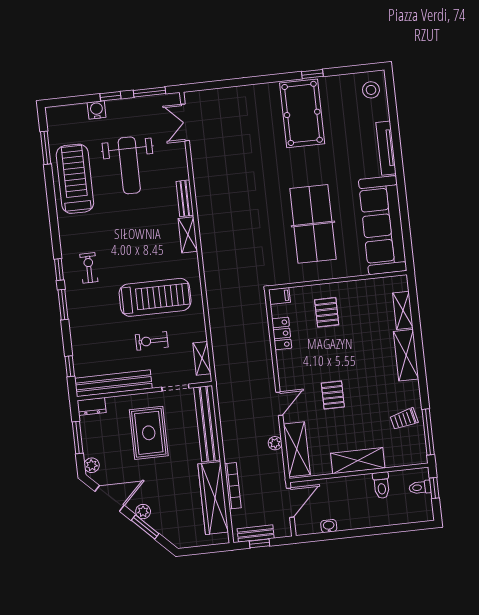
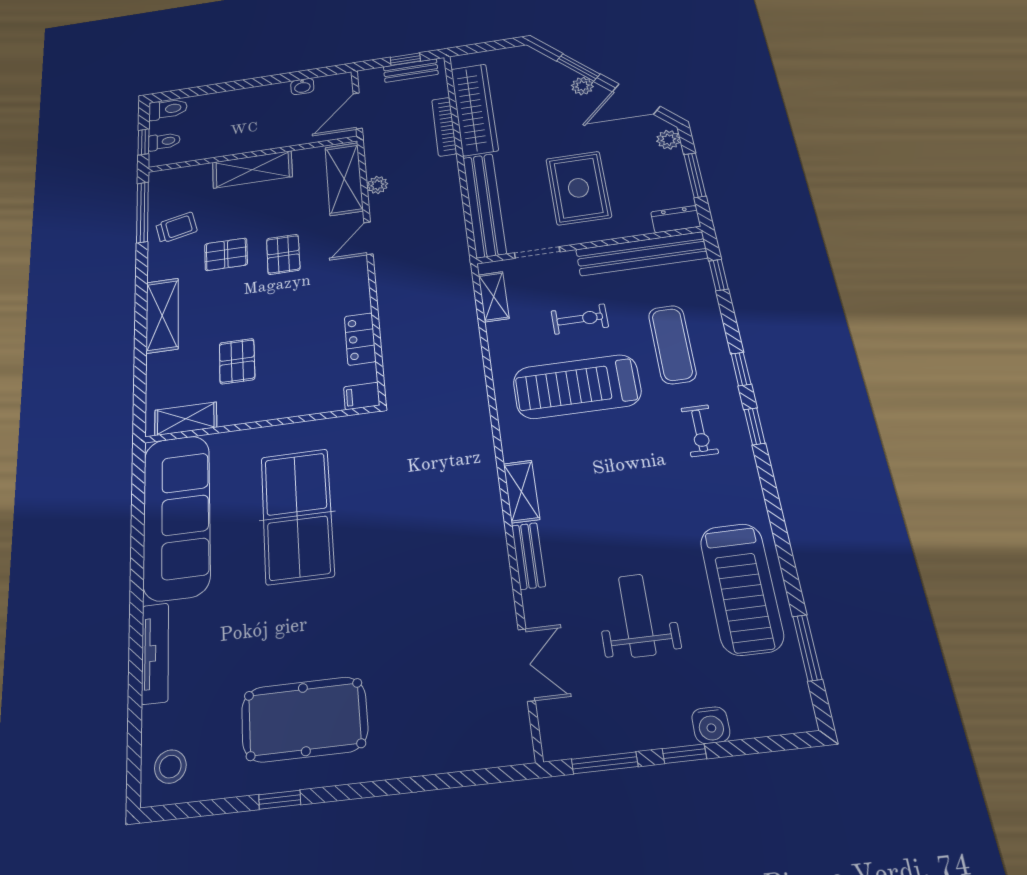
pool table: (302, 113) -> (304, 719), turned 90
double door: (185, 122) -> (527, 665), moved
weight bench: (129, 165) -> (637, 615), width x0.73, depth x0.75
window: (63, 305) -> (741, 369), width x0.67
shelving: (403, 310) -> (186, 419), moved, turned 90
pallet: (327, 312) -> (237, 361), moved
exercise mat: (100, 322) -> (672, 344), added
pallet: (370, 397) -> (226, 254), added
toilet: (381, 485) -> (168, 109), moved, turned 90

